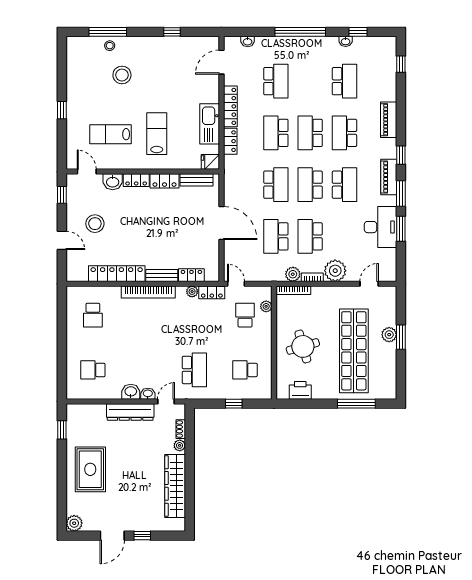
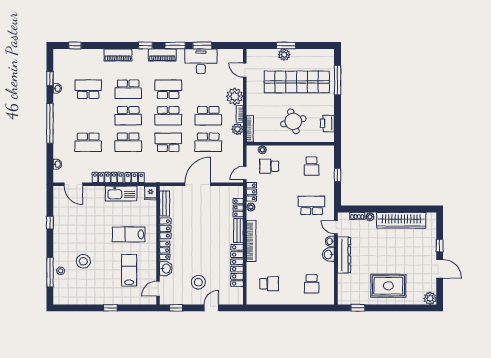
school desk: (276, 81) -> (88, 142), turned 180
lab bench: (110, 134) -> (129, 270), turned 180

